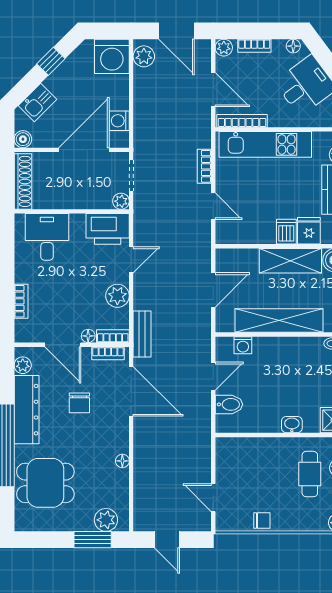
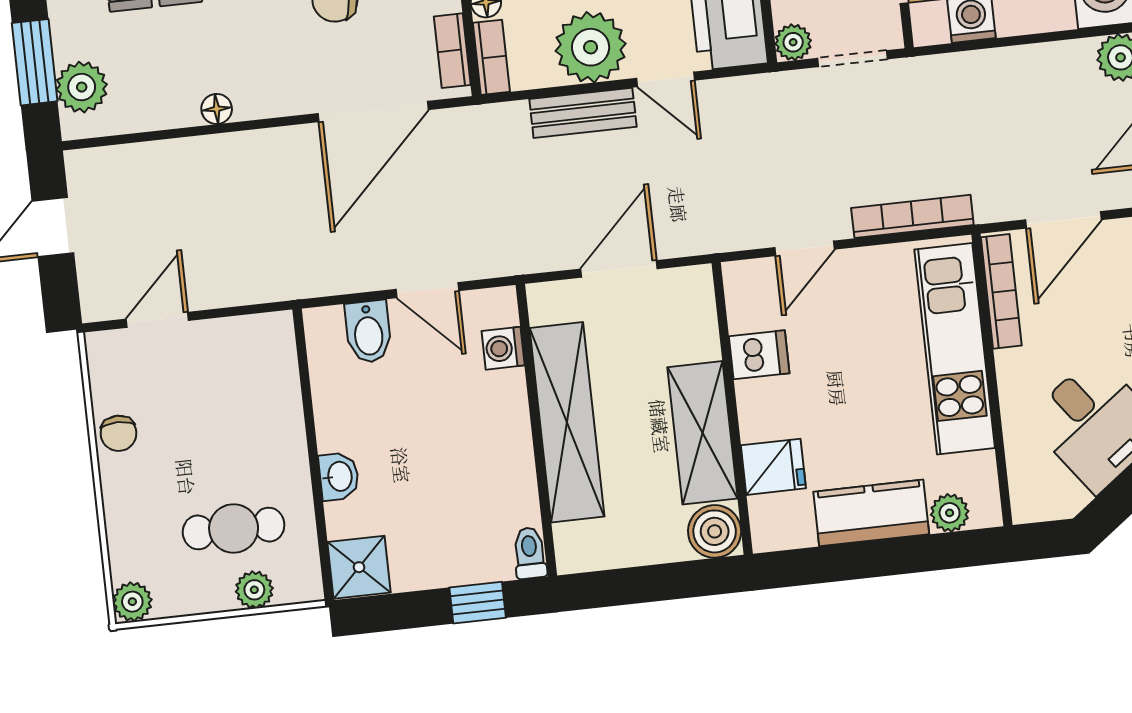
bookcase: (204, 166) -> (912, 216), width x1.56
dishwasher: (286, 232) -> (759, 355), moved
door: (213, 290) -> (619, 269), swing flipped
plant: (117, 296) -> (591, 47), width x1.36, depth x1.36
bench: (142, 334) -> (583, 113), moved

